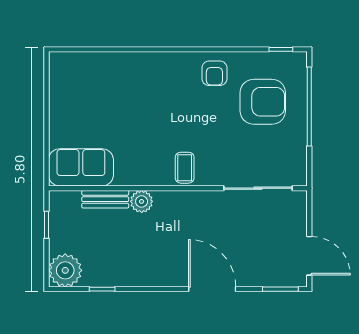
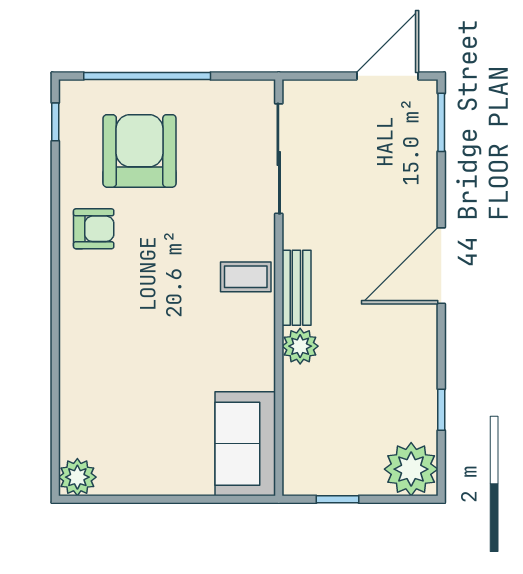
plant: (60, 63) -> (77, 477), added
bench: (105, 199) -> (296, 288), moved
door: (212, 289) -> (441, 266), moved

